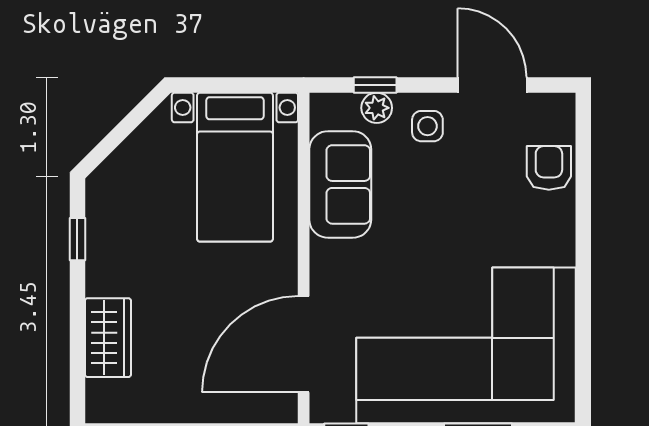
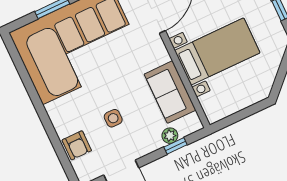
side table: (427, 126) -> (113, 118), moved
bed with nightstands: (235, 167) -> (217, 52), moved, turned 90

